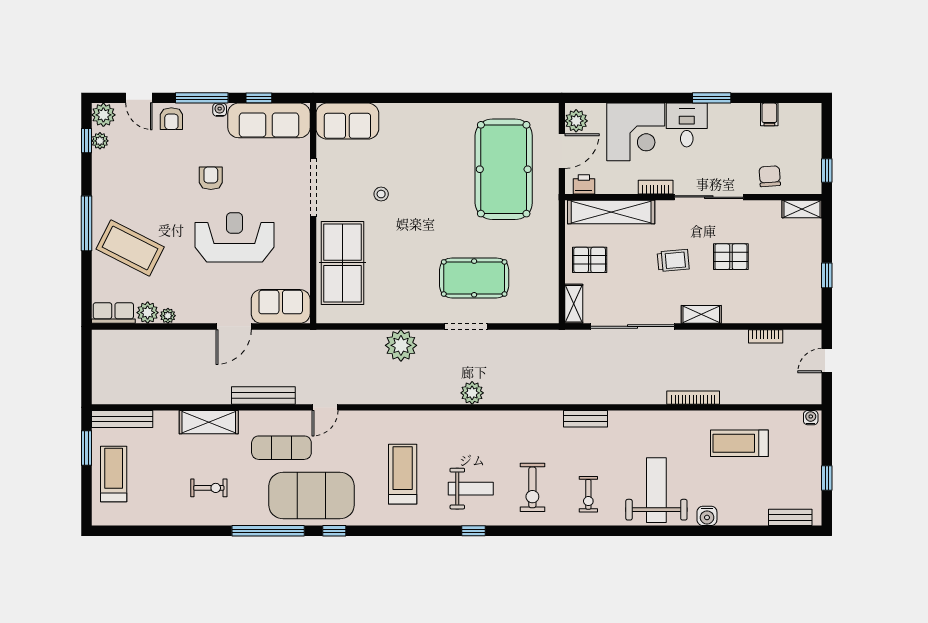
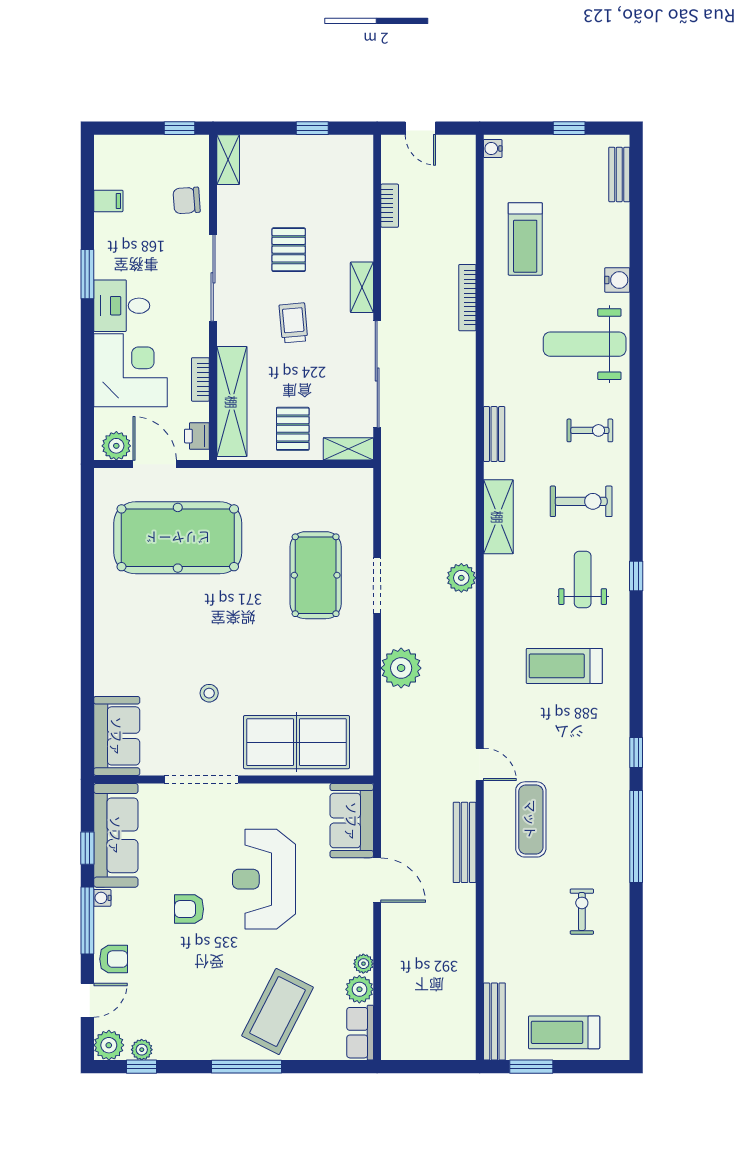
bookcase: (656, 187) -> (200, 379), moved
shelving: (209, 422) -> (498, 517), moved
exercise mat: (312, 496) -> (591, 781), removed

